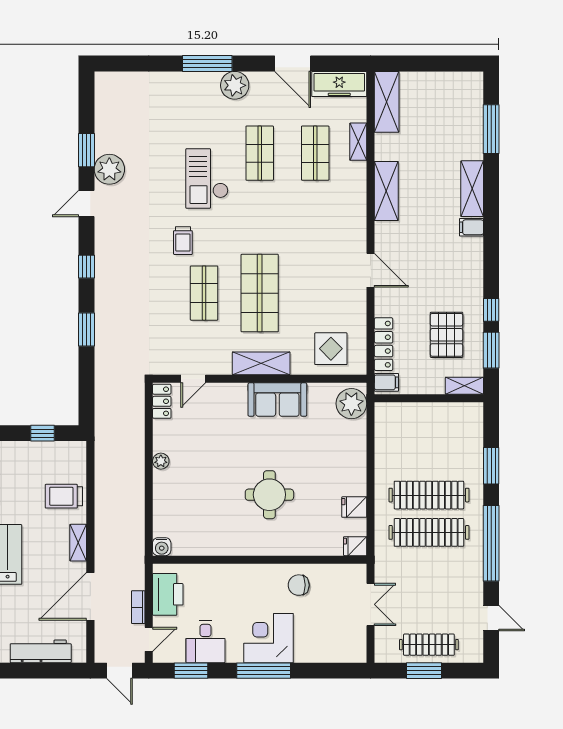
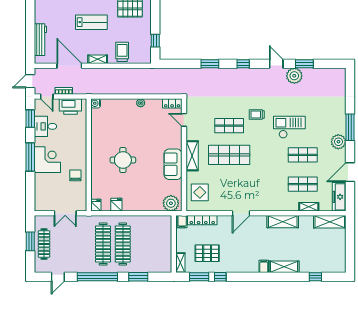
window: (491, 129) -> (315, 277), width x0.46

